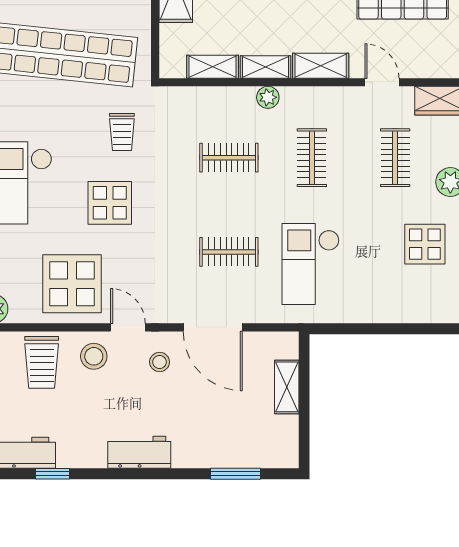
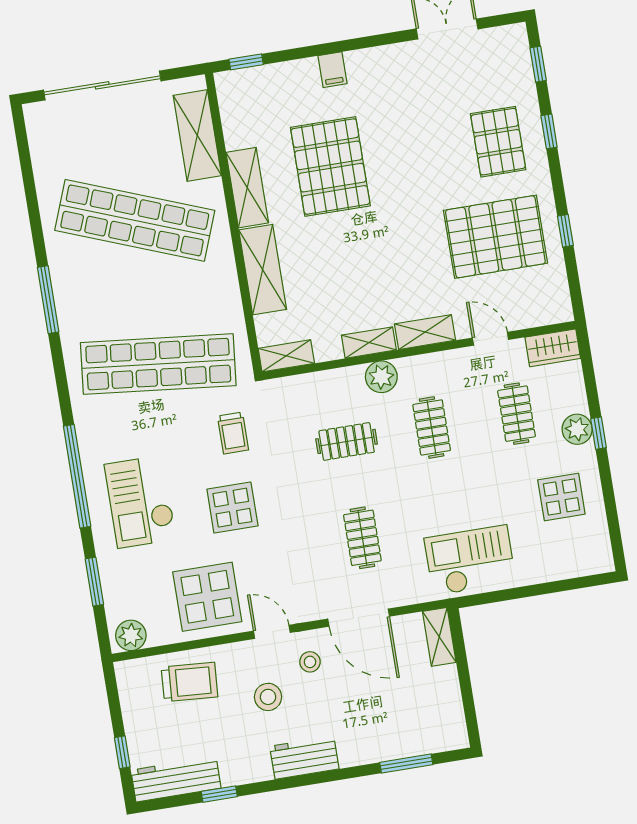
shelving: (213, 67) -> (286, 356), moved
plant: (268, 97) -> (381, 377), width x1.38, depth x1.38
clothes rail: (229, 252) -> (362, 538), turned 90
checkout: (311, 264) -> (470, 560), moved, turned 90
stool: (94, 356) -> (268, 697), moved
trolley: (42, 362) -> (190, 682), turned -86
shelving: (287, 387) -> (439, 637), moved

